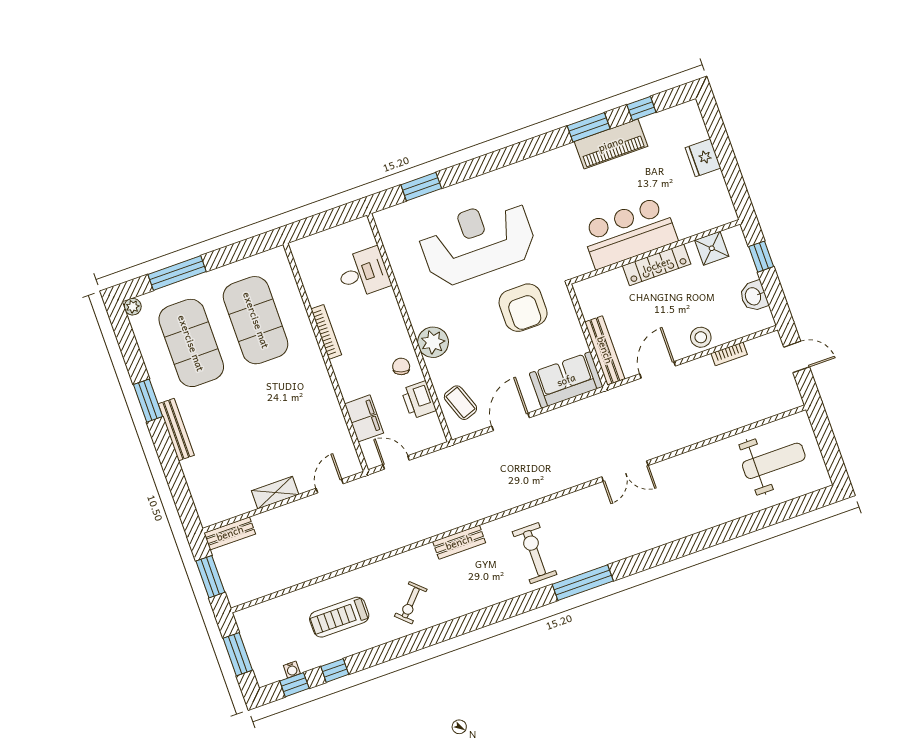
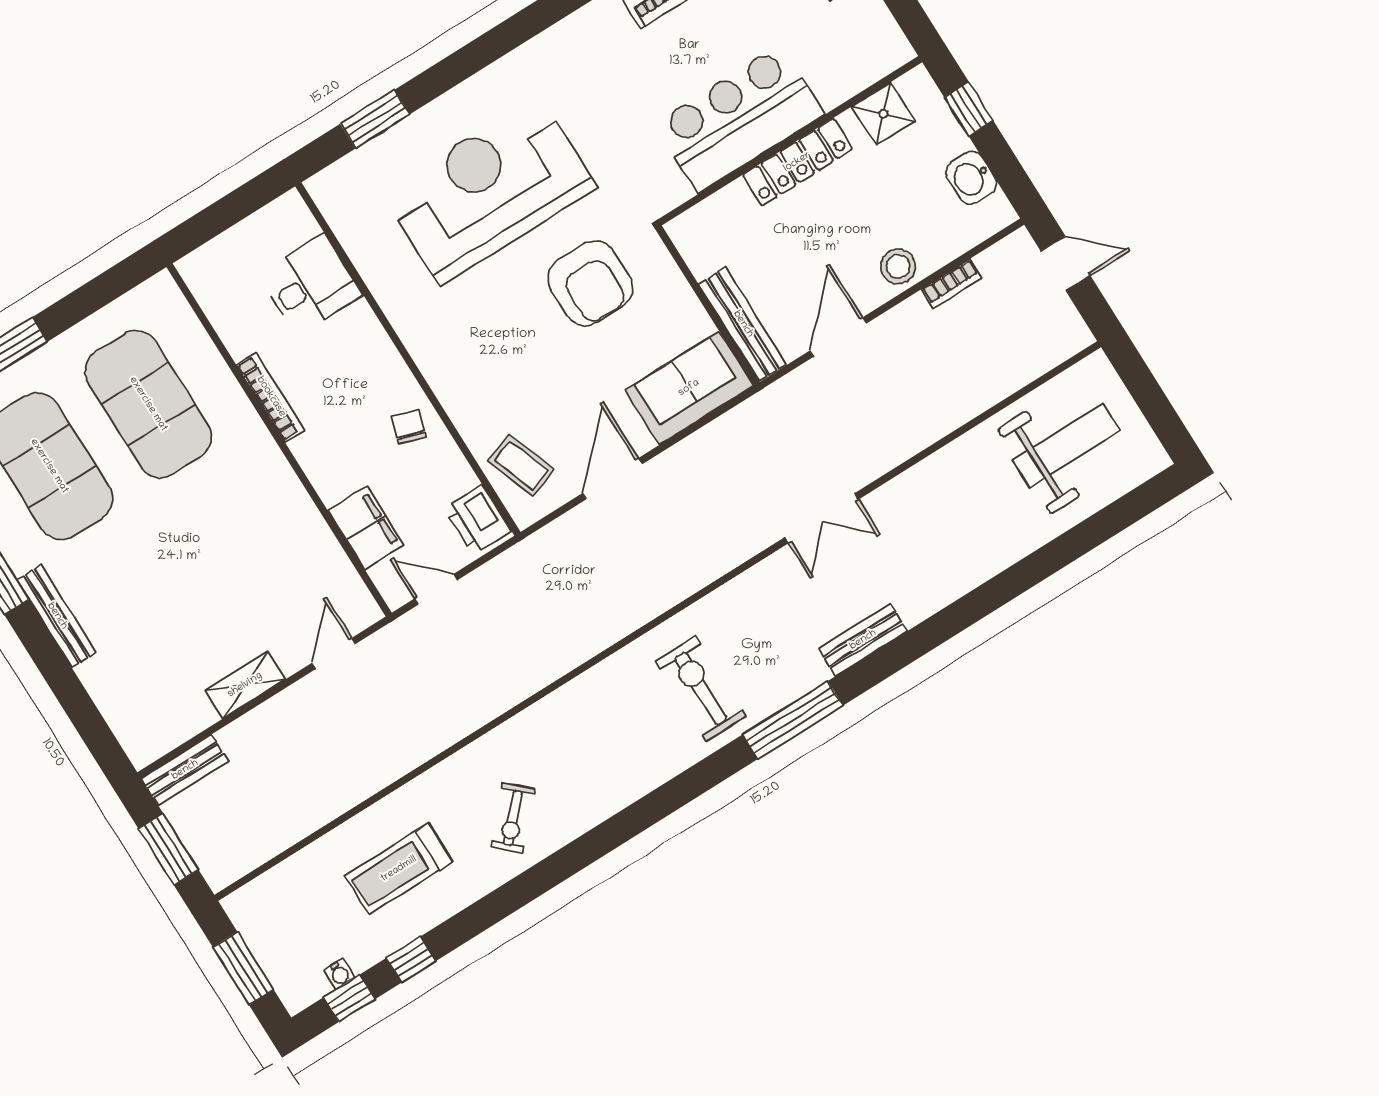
plant: (433, 342) -> (453, 375), removed
printer: (419, 400) -> (478, 520), moved
bench: (459, 542) -> (863, 640), moved

